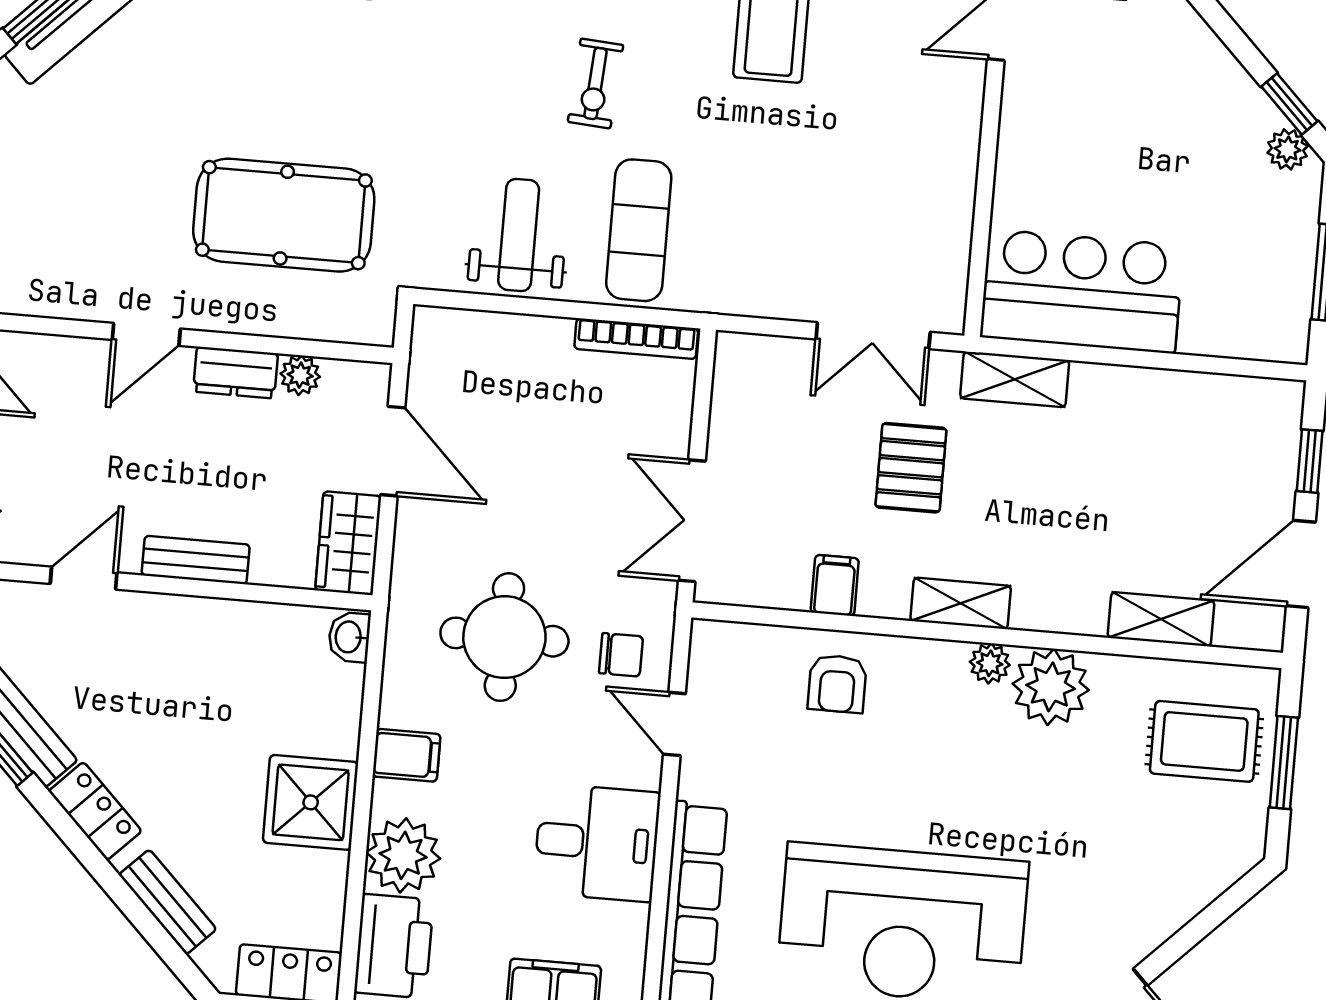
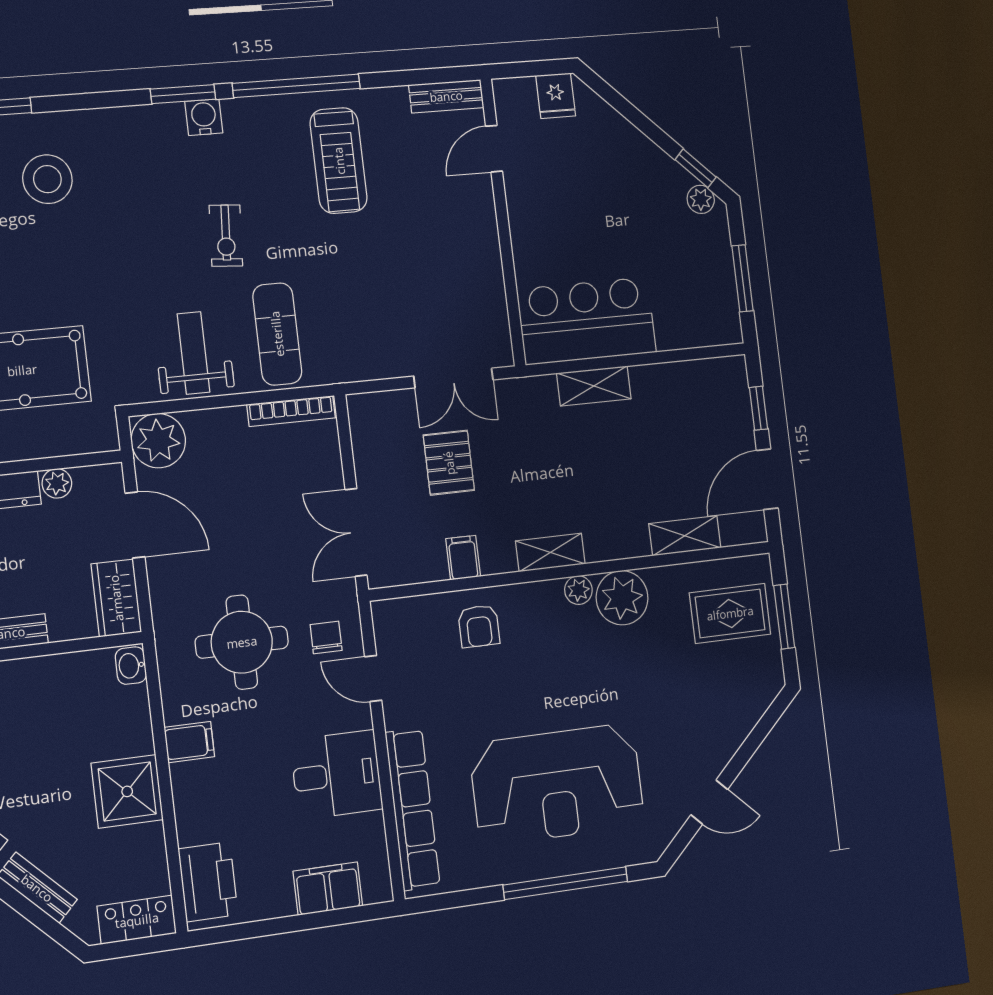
shelving: (1015, 379) -> (594, 386), moved
pallet: (911, 468) -> (449, 463), moved
chair: (621, 655) -> (326, 637), turned -90
plant: (403, 855) -> (158, 441), moved

